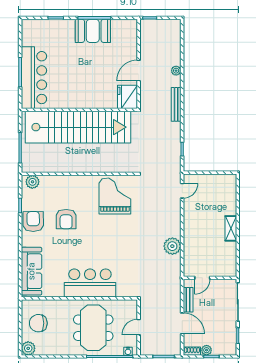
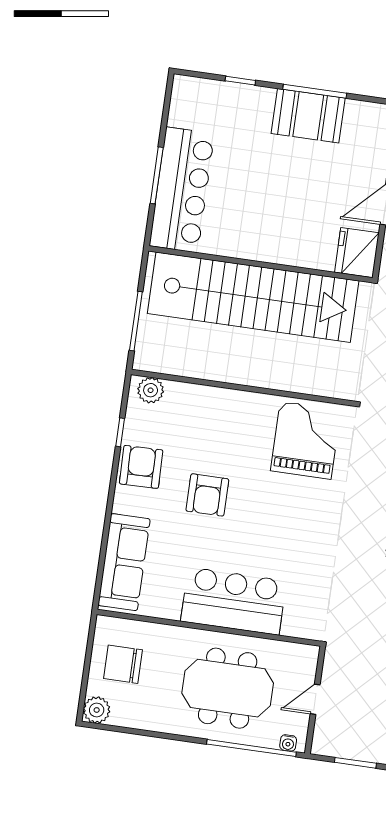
armchair: (66, 219) -> (207, 495), moved
meeting table: (93, 328) -> (228, 688), turned 90

